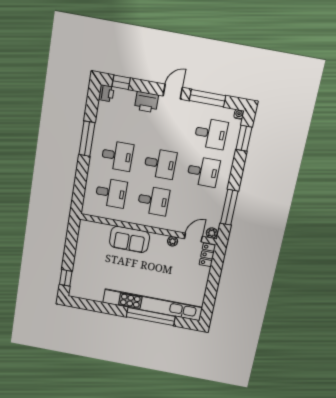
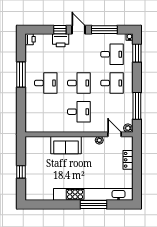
window: (121, 82) -> (60, 30), moved
door: (173, 92) -> (78, 30), hinge flipped
desk: (111, 193) -> (46, 112), removed
door: (193, 238) -> (115, 134), hinge flipped
locker: (207, 255) -> (128, 160), moved
window: (66, 278) -> (21, 172), moved
window: (151, 317) -> (94, 204), width x0.68

